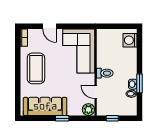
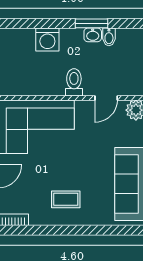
washing machine: (130, 40) -> (47, 39), moved
coffee table: (36, 68) -> (66, 199), width x0.54, depth x0.58

